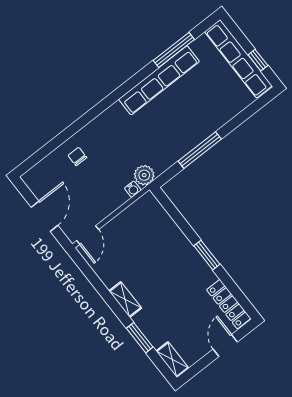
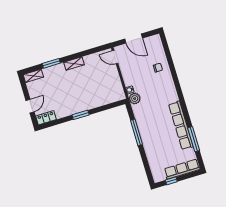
row of seats: (238, 59) -> (182, 169), width x0.73
locker: (229, 304) -> (46, 118), width x0.66
door: (225, 345) -> (30, 106), hinge flipped

